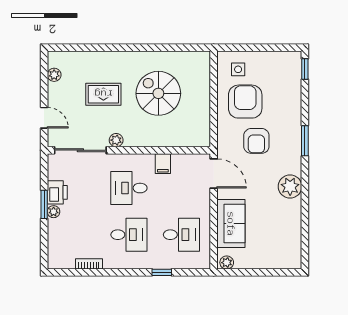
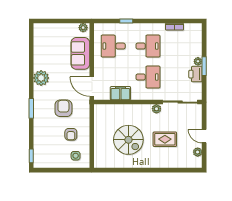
armchair: (245, 102) -> (71, 134), width x0.53, depth x0.53
door: (44, 118) -> (204, 136), moved
filing cabinet: (163, 164) -> (120, 93), width x2.00
desk: (129, 235) -> (148, 46), turned 180

